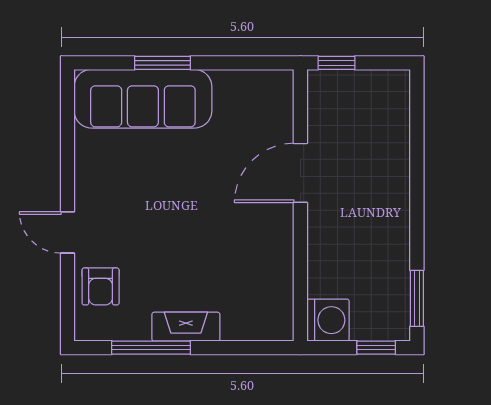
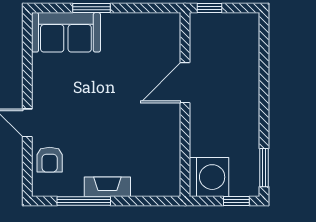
sofa: (143, 99) -> (66, 32), width x0.73
washing machine: (328, 320) -> (209, 177), width x1.37, depth x1.37

